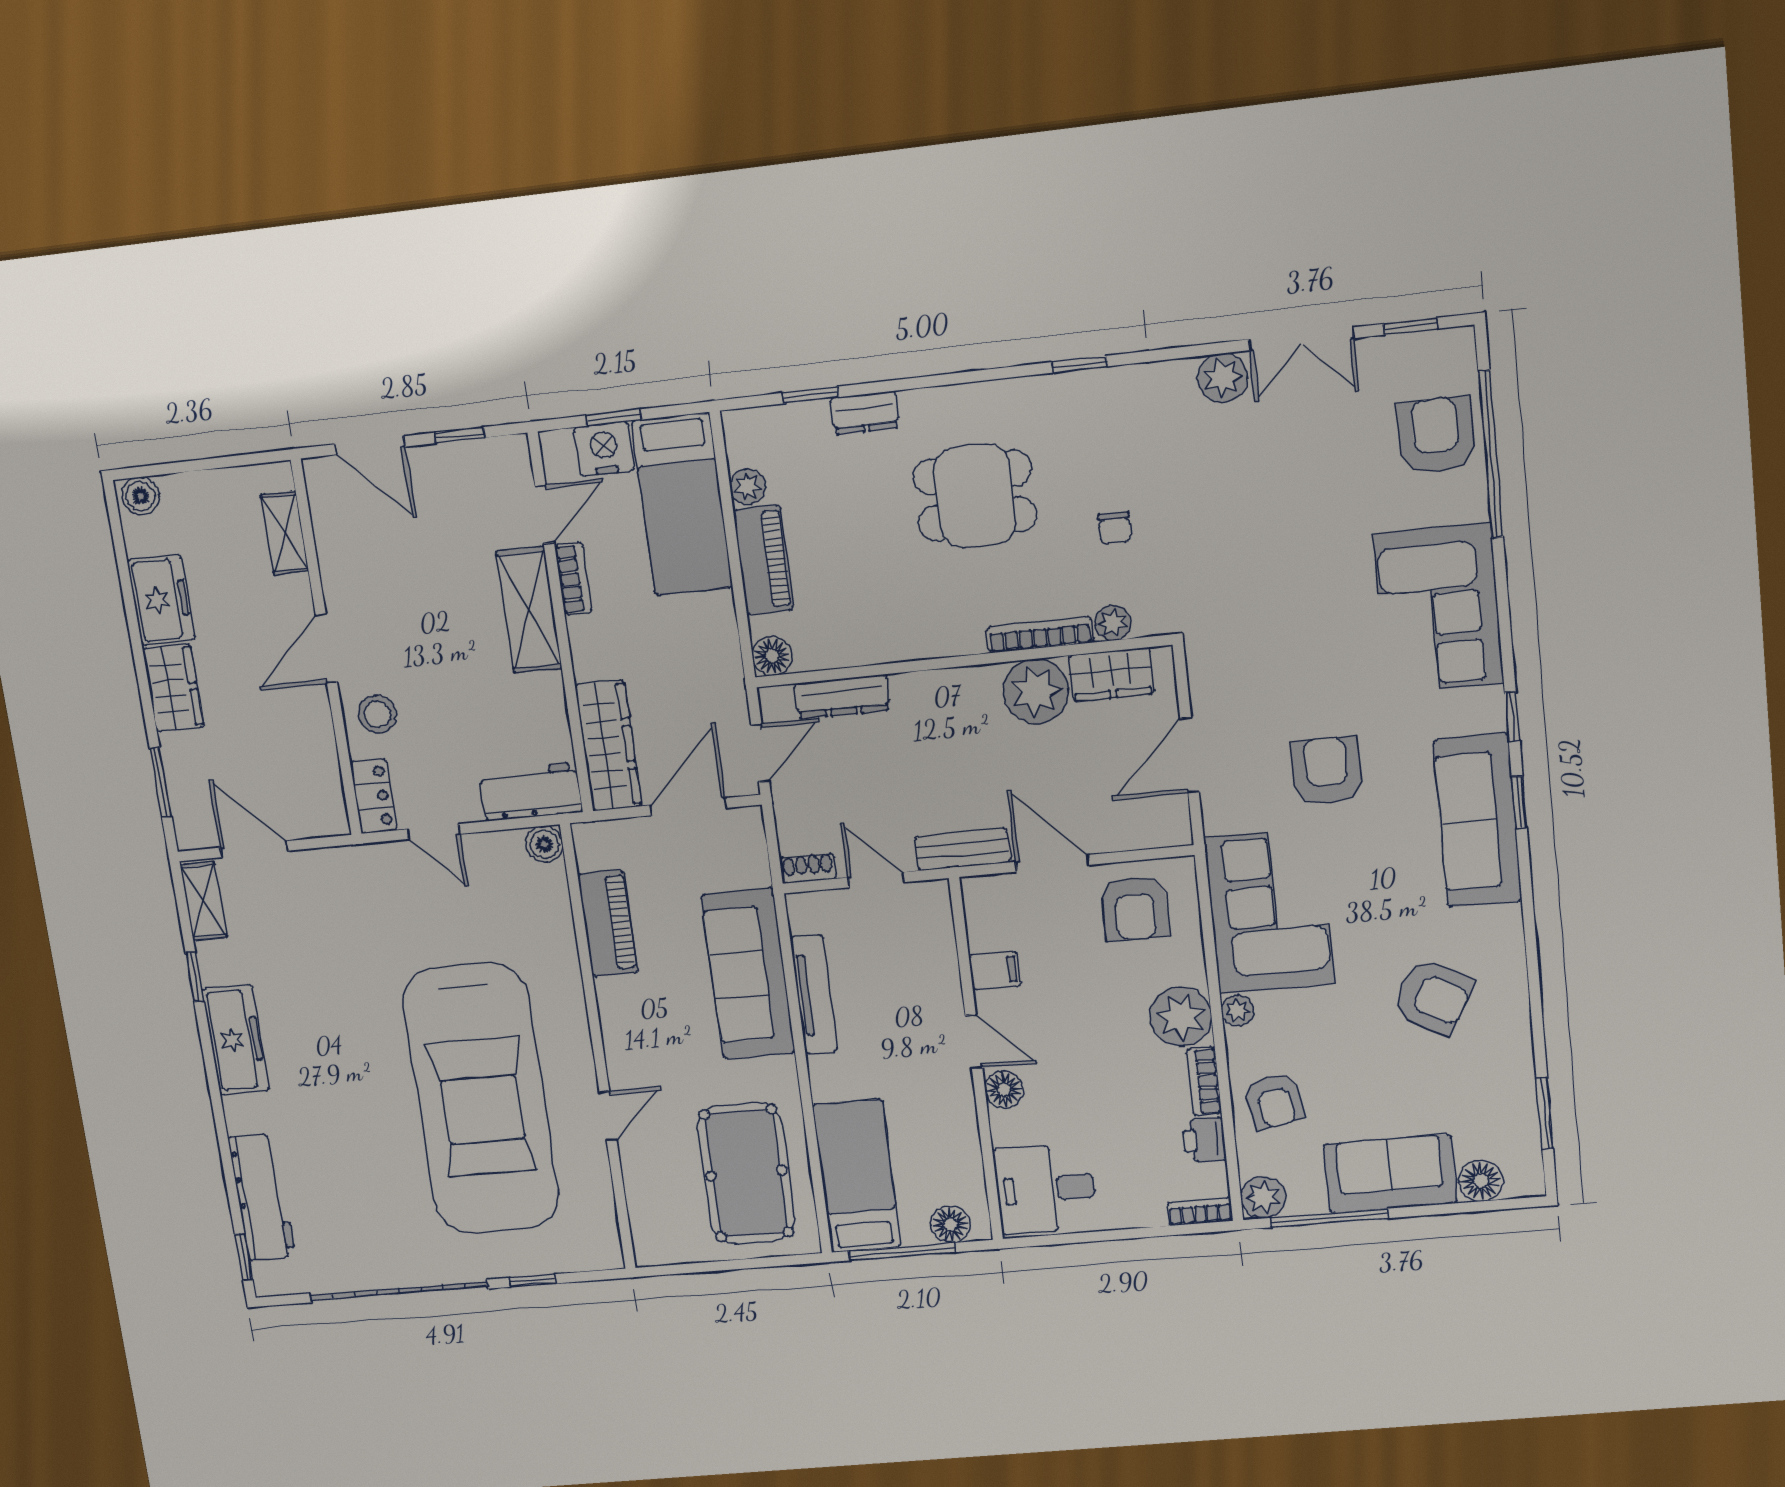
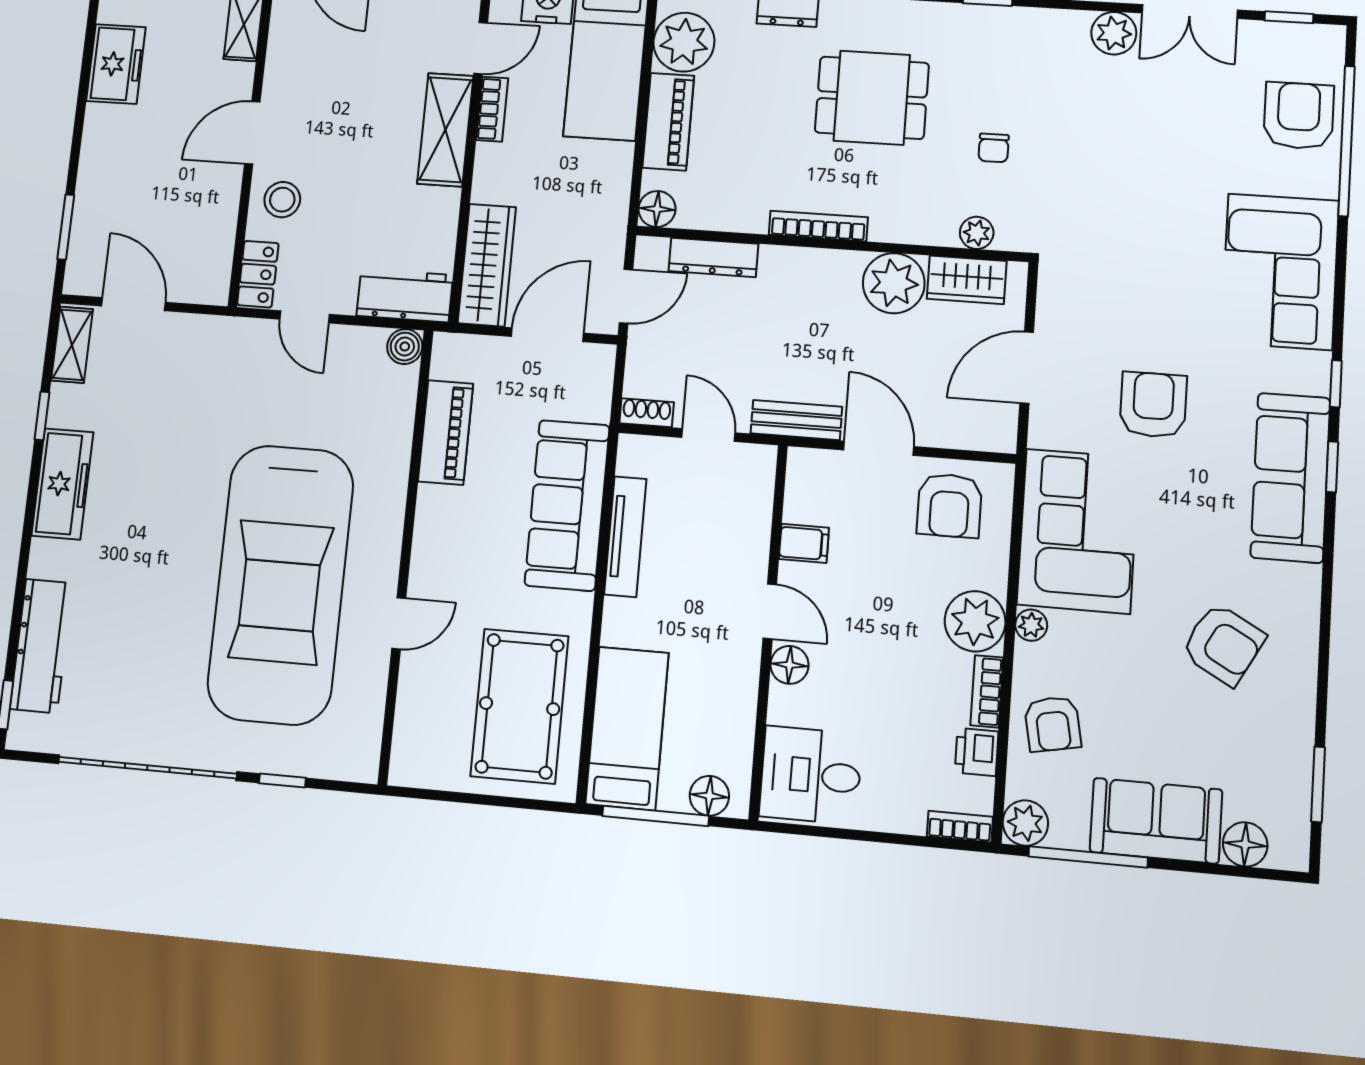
plant: (748, 487) -> (684, 42), width x1.87, depth x1.87
bookcase: (1040, 635) -> (818, 226), moved
wardrobe: (173, 688) -> (103, 144), removed

